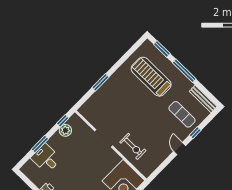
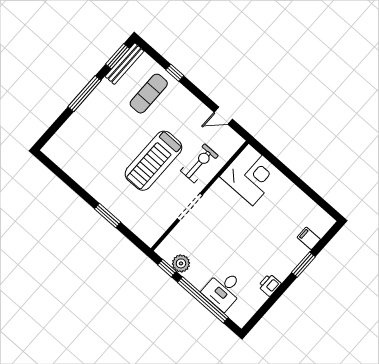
window: (162, 49) -> (118, 56), moved
treadmill: (151, 77) -> (153, 161), moved
window: (40, 144) -> (203, 300), width x2.11
door: (180, 149) -> (223, 116), moved

